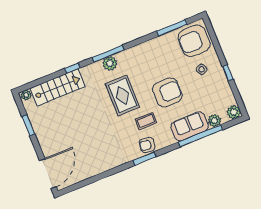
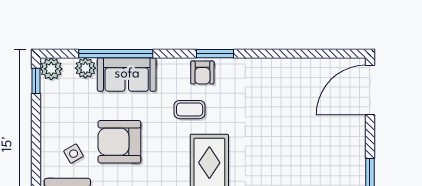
window: (228, 73) -> (36, 81), moved
armchair: (167, 93) -> (119, 142), moved
armchair: (147, 145) -> (202, 73), turned 82

